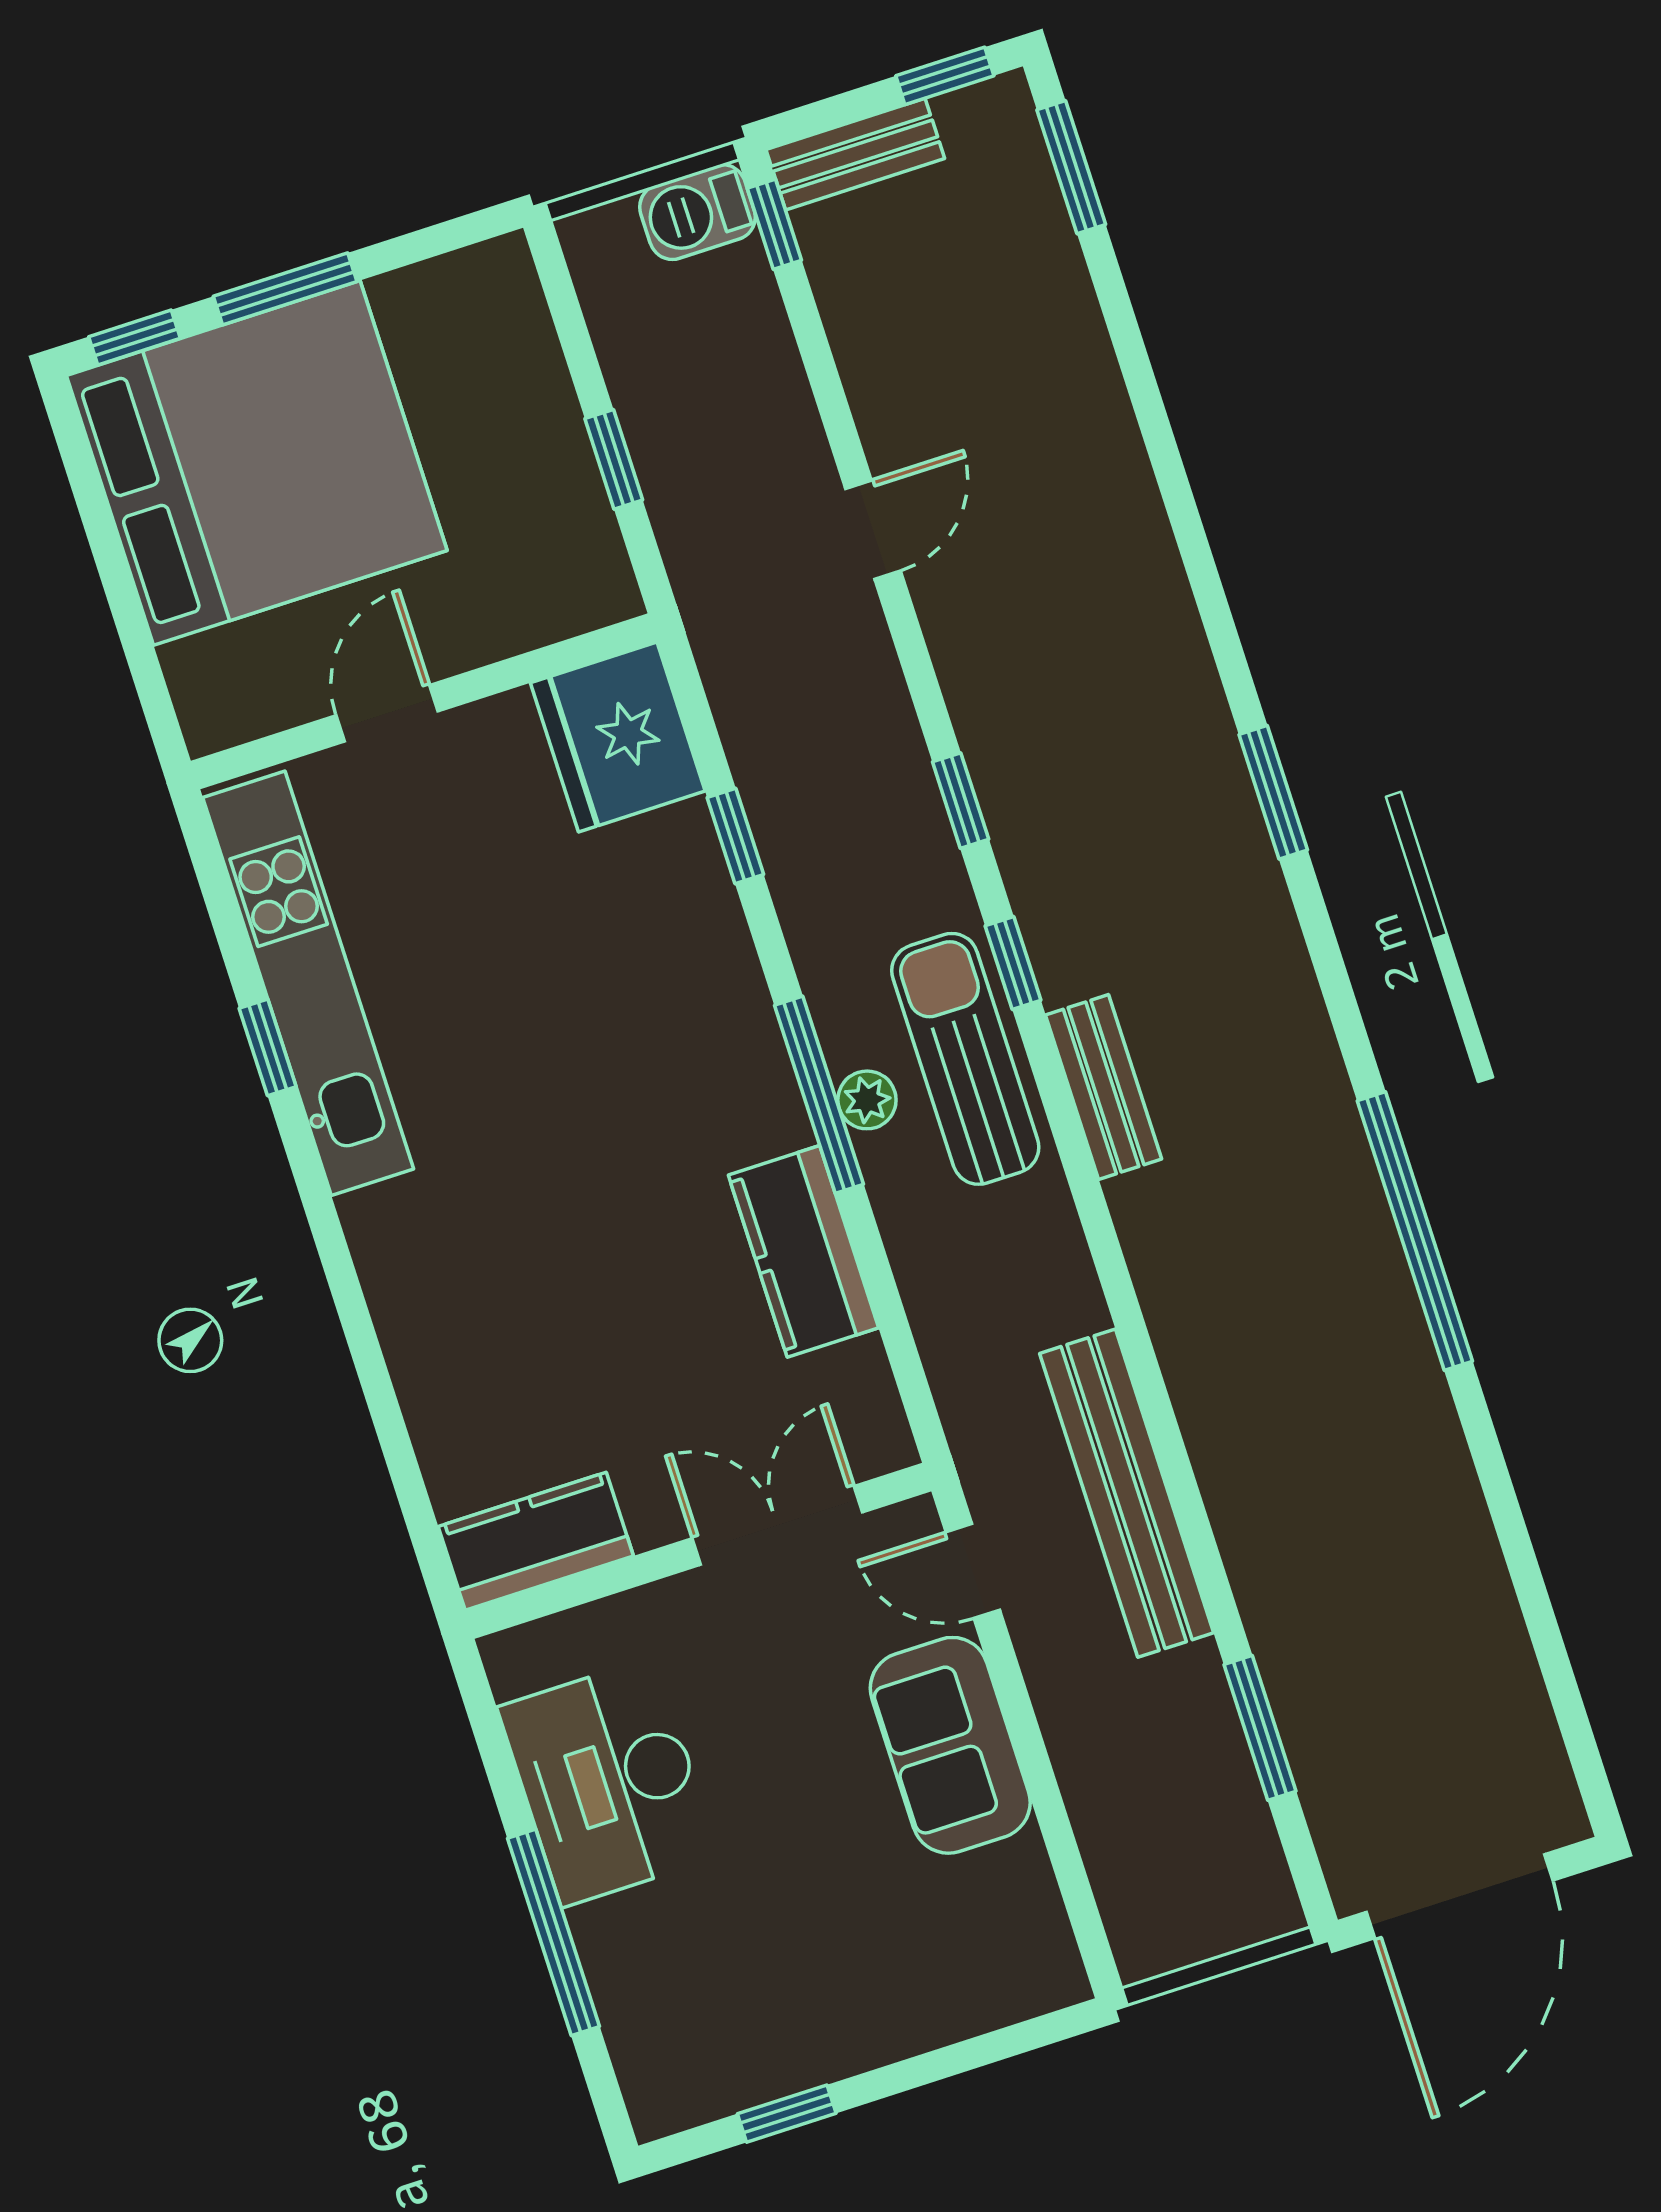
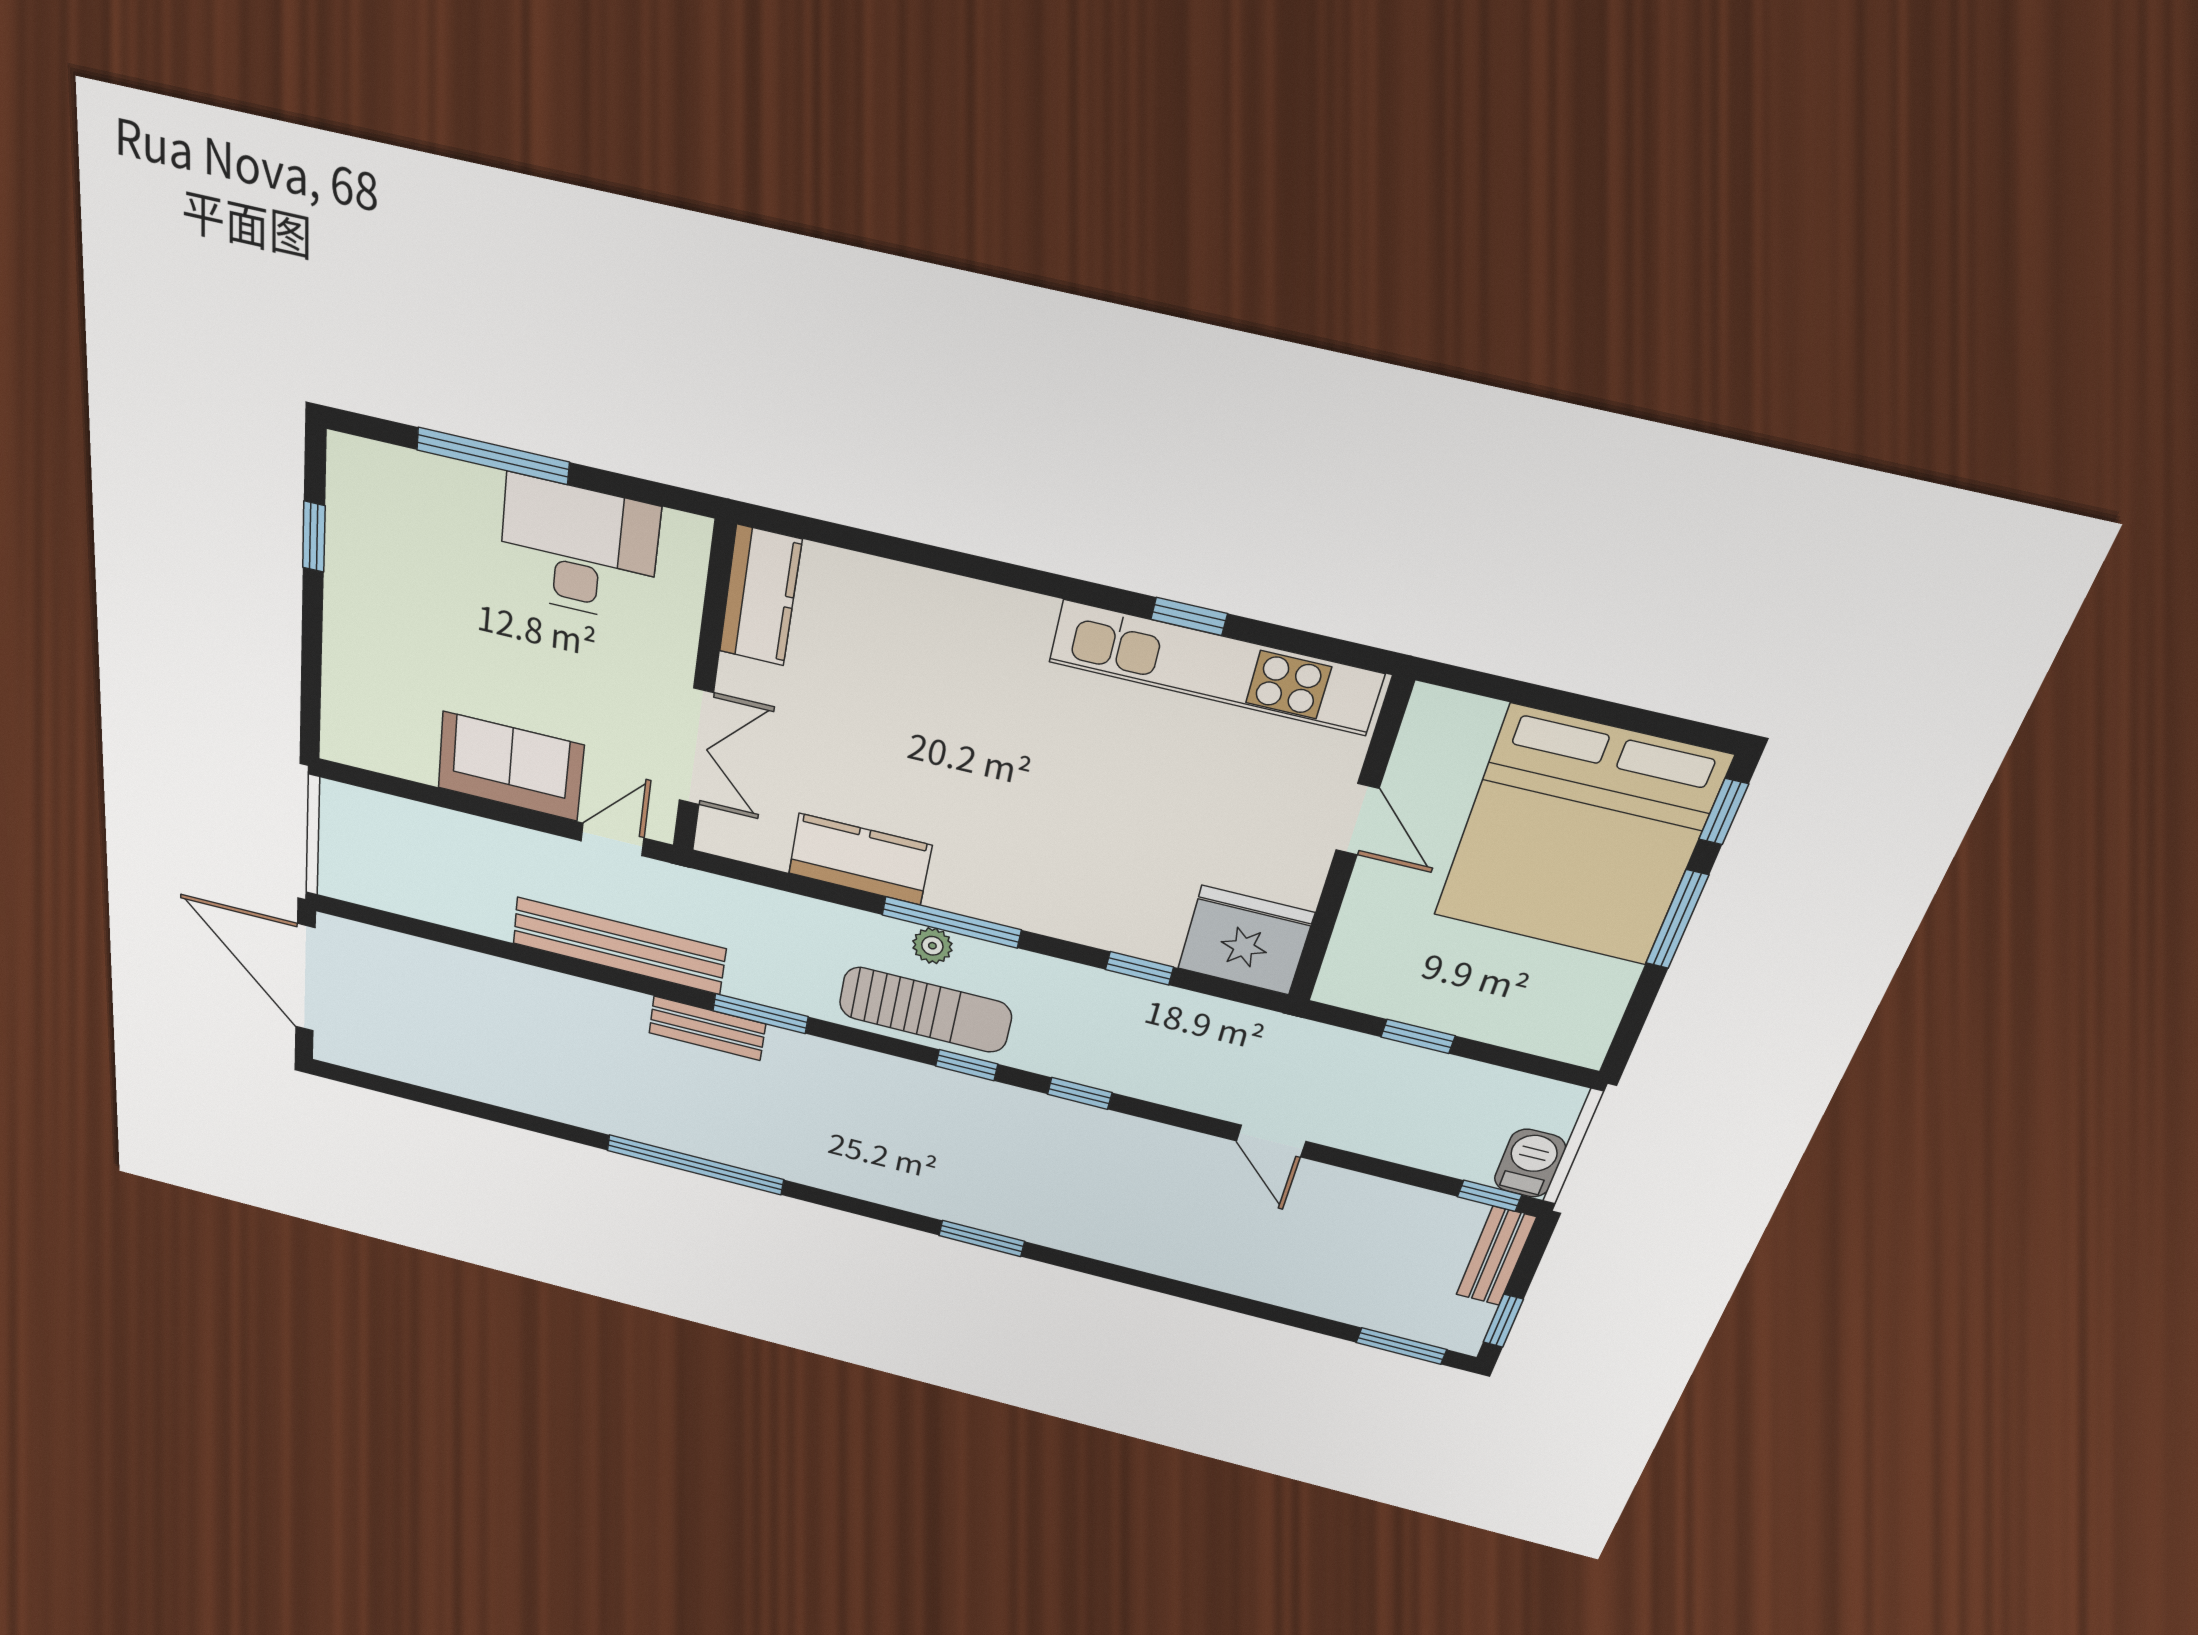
bench: (1104, 1087) -> (707, 1028), moved
window: (1260, 1728) -> (760, 1014), moved

